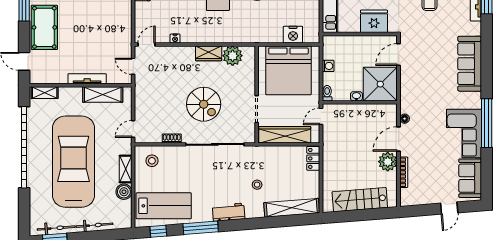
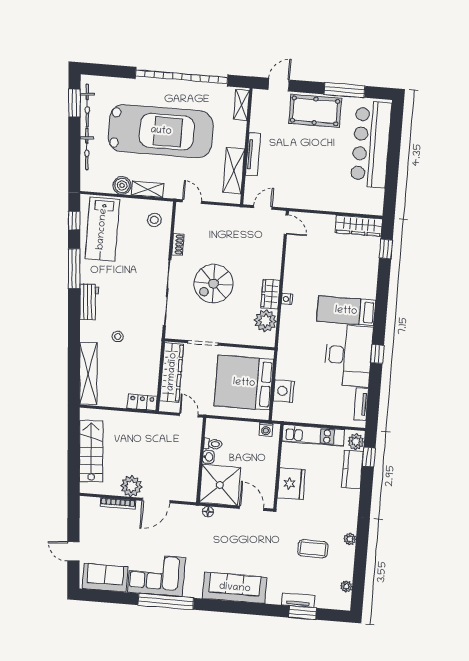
nightstand: (175, 39) -> (287, 299), moved
washing machine: (328, 66) -> (266, 429), moved
toilet: (327, 93) -> (213, 444), moved
floor lamp: (405, 119) -> (208, 512), moved
door: (399, 139) -> (156, 501), swing flipped

